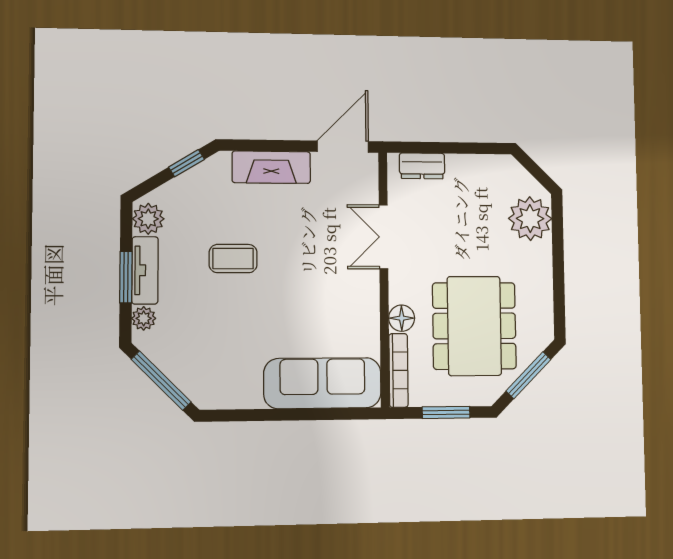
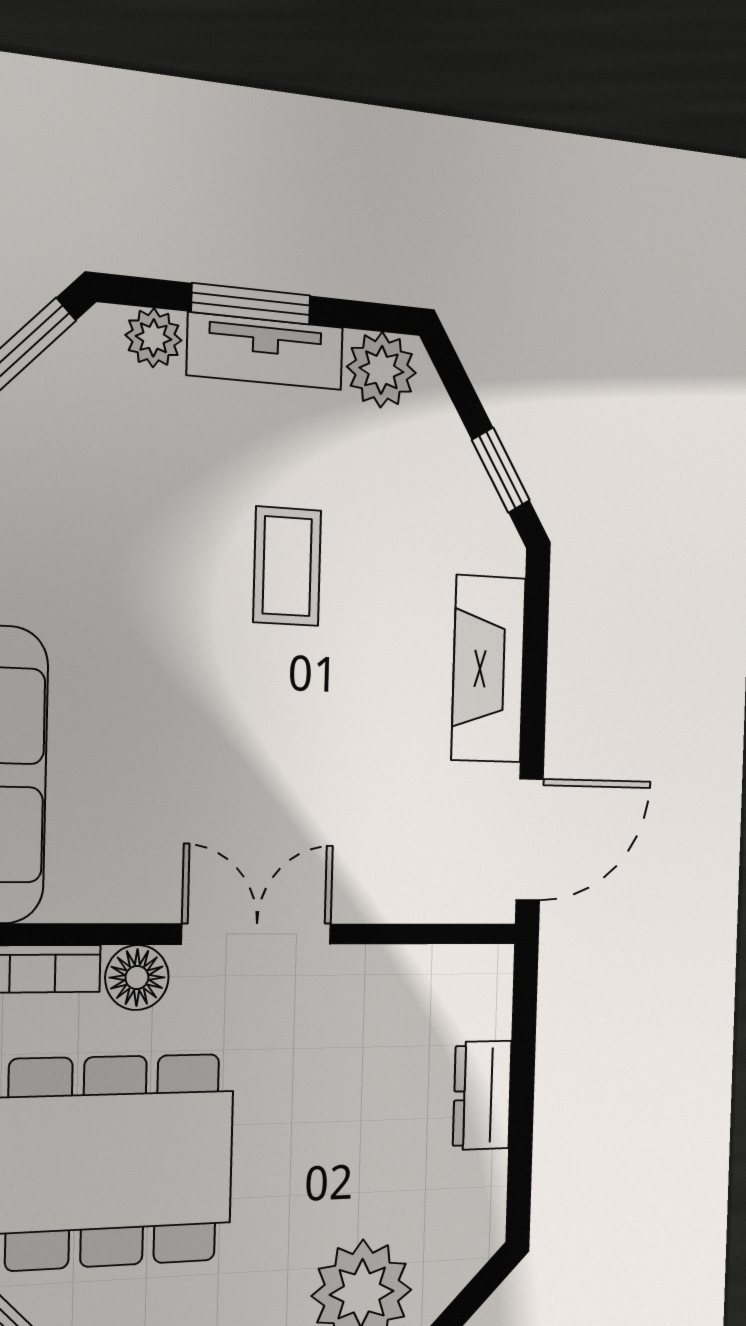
door: (343, 147) -> (530, 839), hinge flipped
dresser: (422, 166) -> (482, 1095), moved
double door: (384, 237) -> (257, 934), moved

